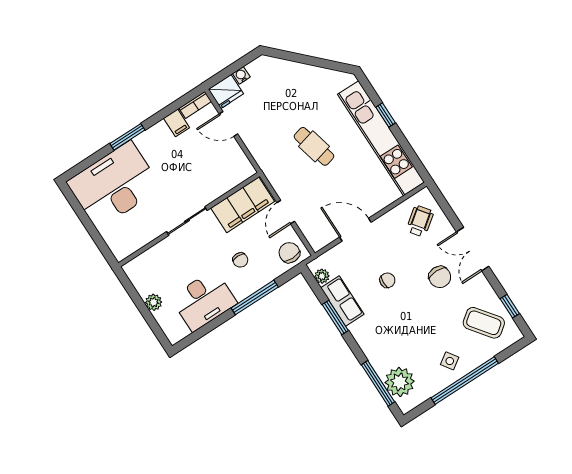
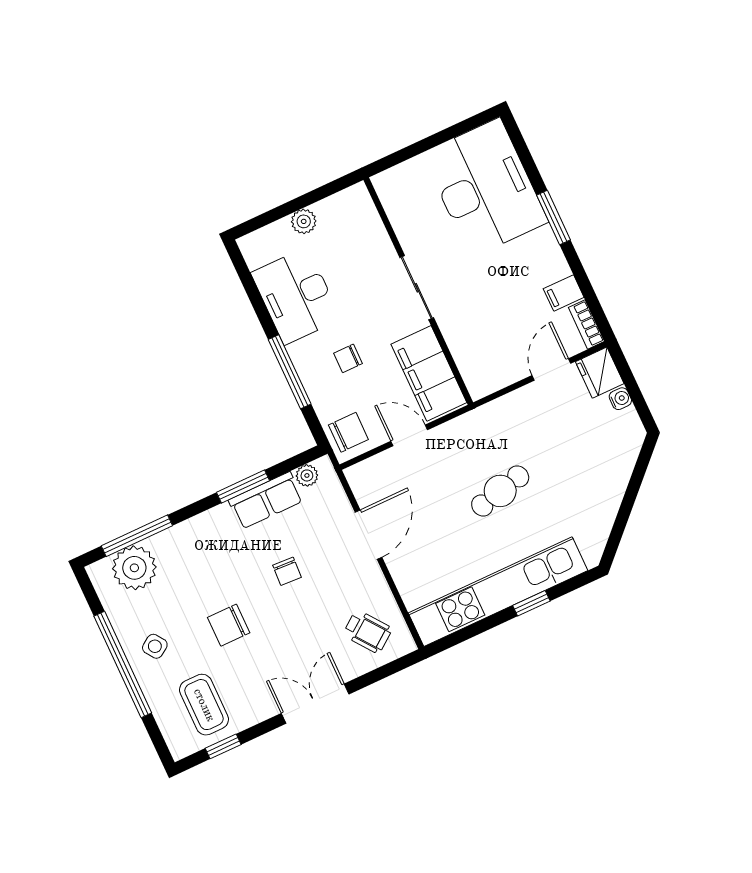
chair: (440, 277) -> (229, 625), moved
coffee table: (484, 323) -> (204, 705), turned -53

